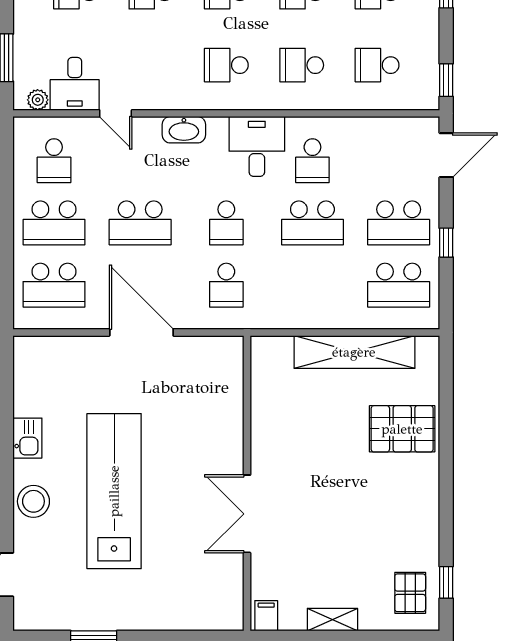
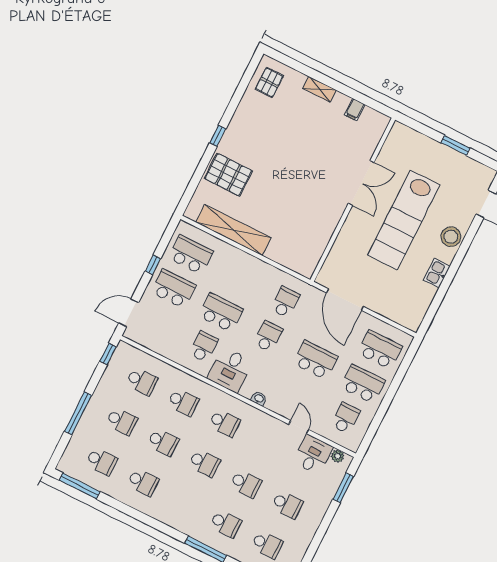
washbasin: (184, 130) -> (259, 399), width x0.52, depth x0.69
wall: (247, 483) -> (353, 200), moved
double door: (247, 514) -> (361, 183), moved
window: (446, 582) -> (218, 136), moved

